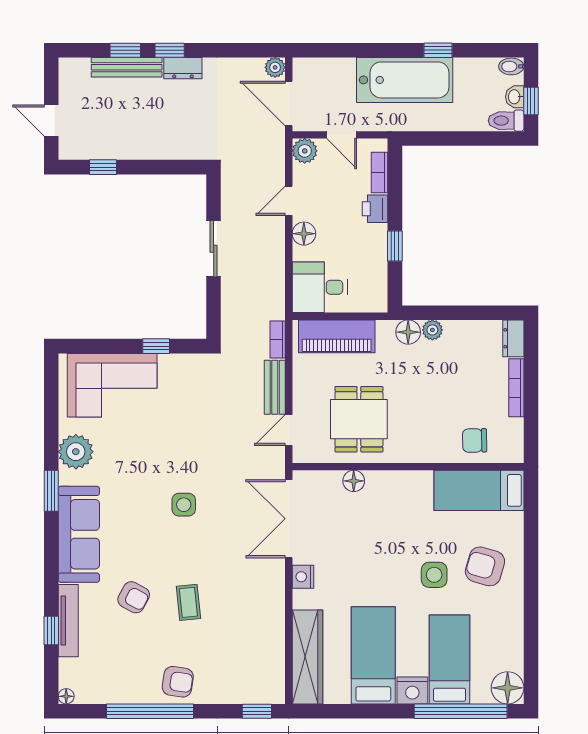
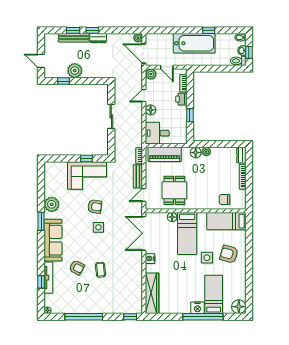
plant: (129, 143) -> (75, 71), added
corner sofa: (112, 385) -> (87, 176), moved
bed: (373, 655) -> (187, 233), moved, turned 180
armchair: (178, 682) -> (95, 206), moved
window: (461, 711) -> (203, 317), moved

